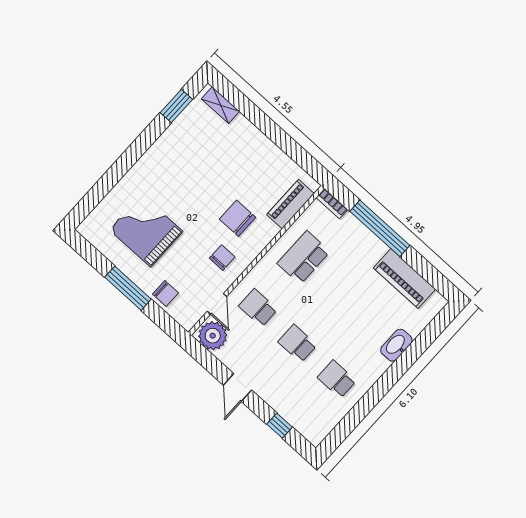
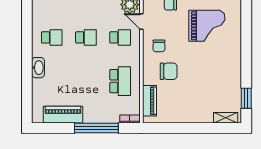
washbasin: (396, 345) -> (38, 68), moved

